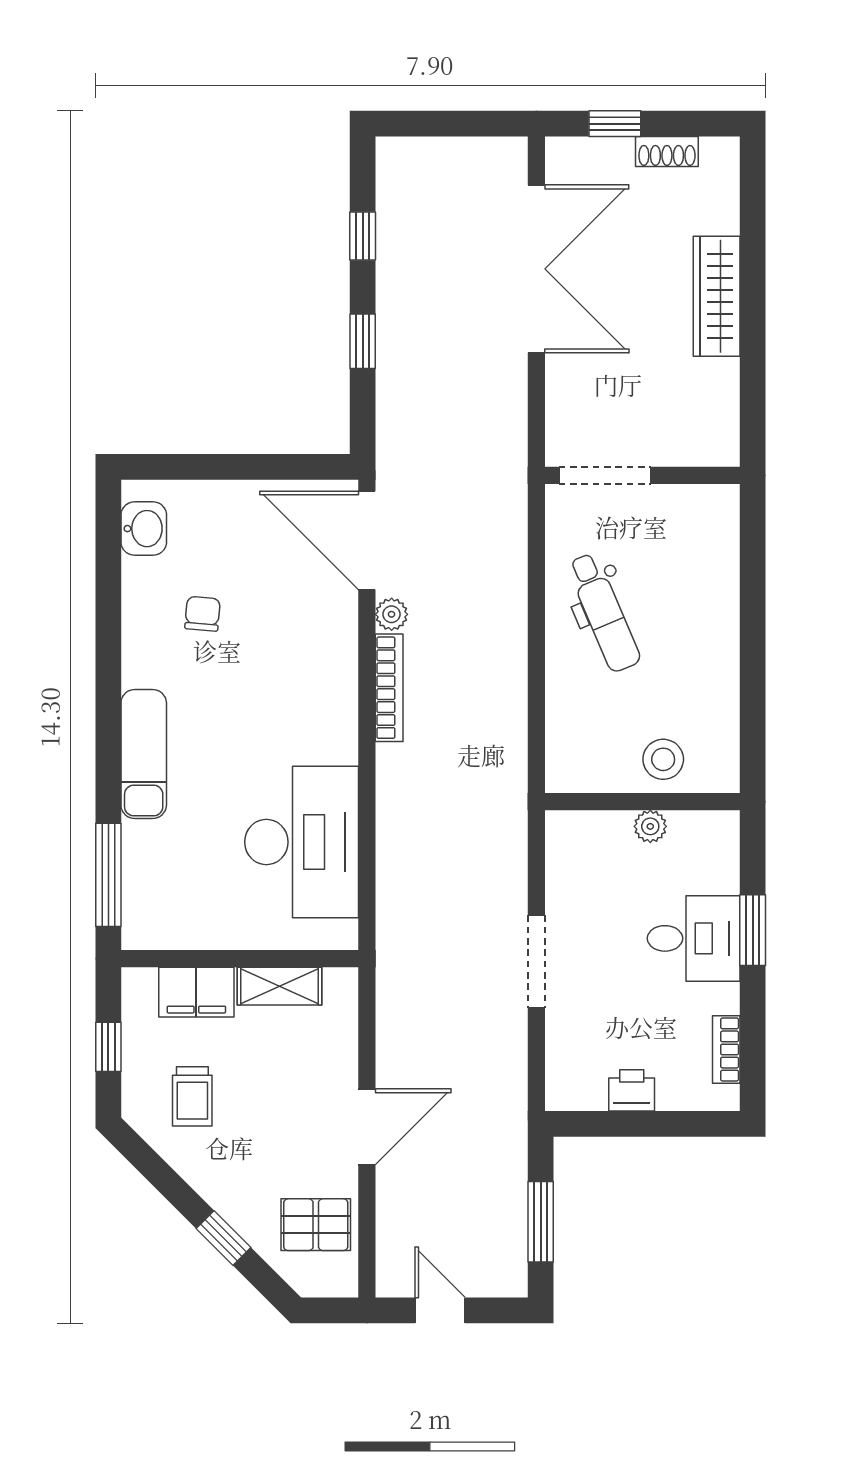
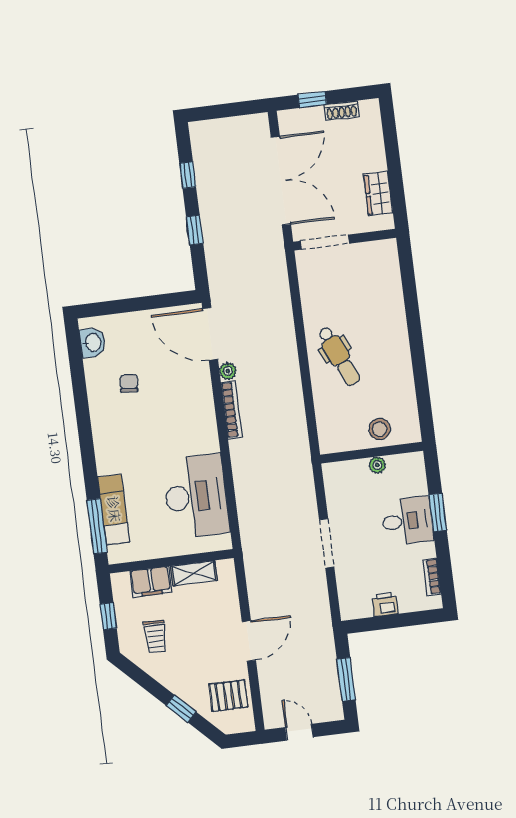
wardrobe: (717, 296) -> (378, 194), width x0.67
doorway: (605, 475) -> (325, 242), moved
wall: (642, 475) -> (345, 240), moved
exam couch: (144, 754) -> (114, 509), moved

